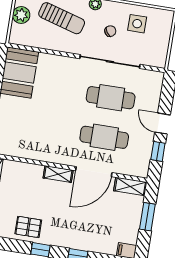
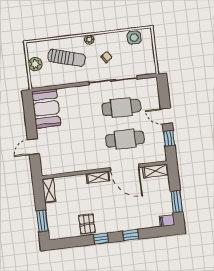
side table: (137, 24) -> (134, 38), moved
door: (94, 172) -> (125, 168), hinge flipped
window: (147, 217) -> (177, 202), moved
pallet: (28, 227) -> (87, 224), turned 90

